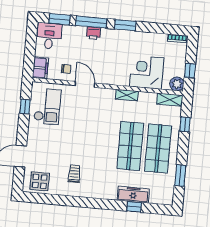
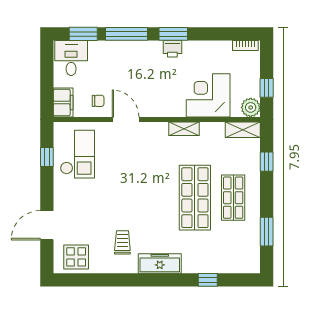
printer: (93, 33) -> (172, 49), moved
shop shelf: (158, 148) -> (233, 198), width x0.70, depth x0.74
freezer: (133, 195) -> (160, 263), moved

